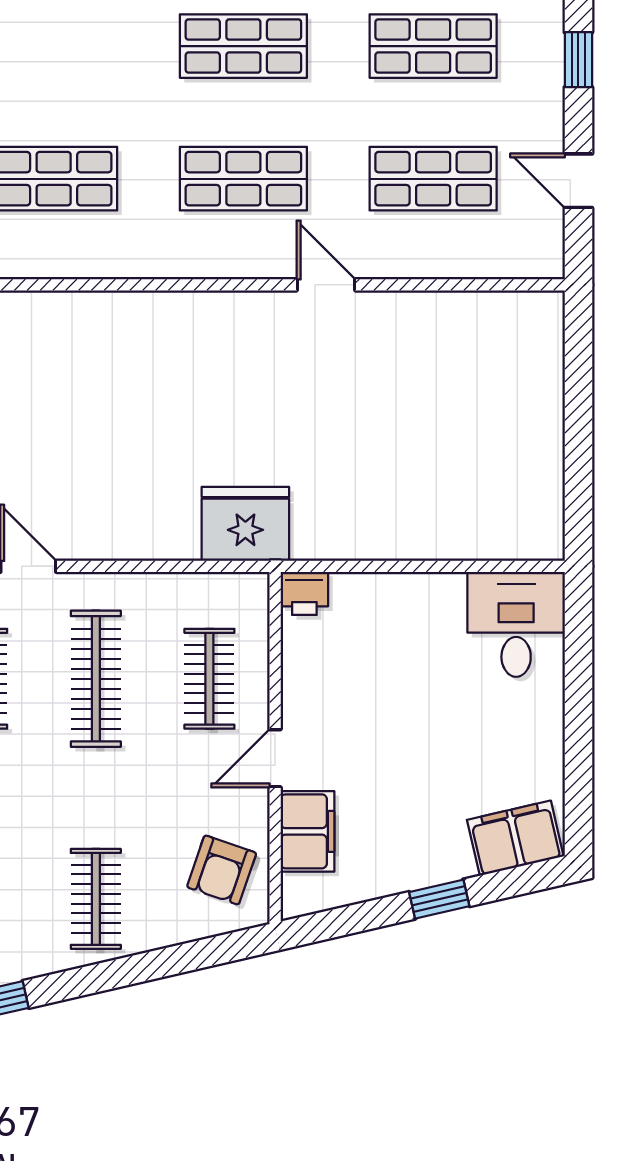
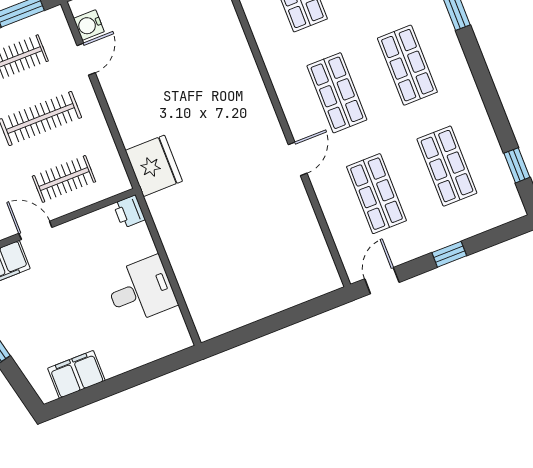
window: (578, 60) -> (449, 254), moved
door: (578, 181) -> (382, 281), moved
desk: (516, 624) -> (141, 290), moved
filing cabinet: (515, 838) -> (76, 374), moved, turned -77

